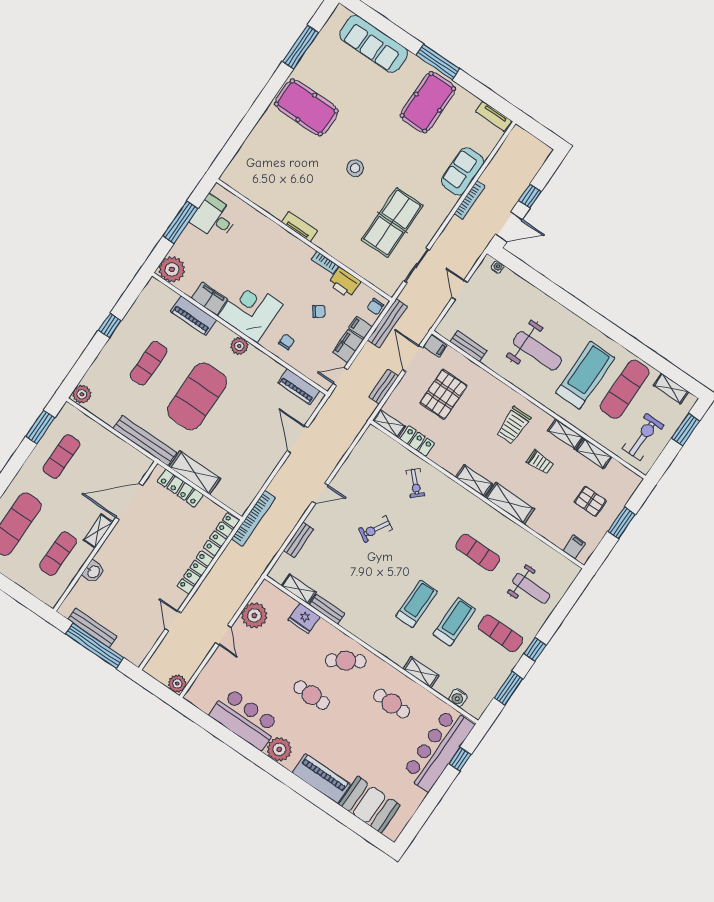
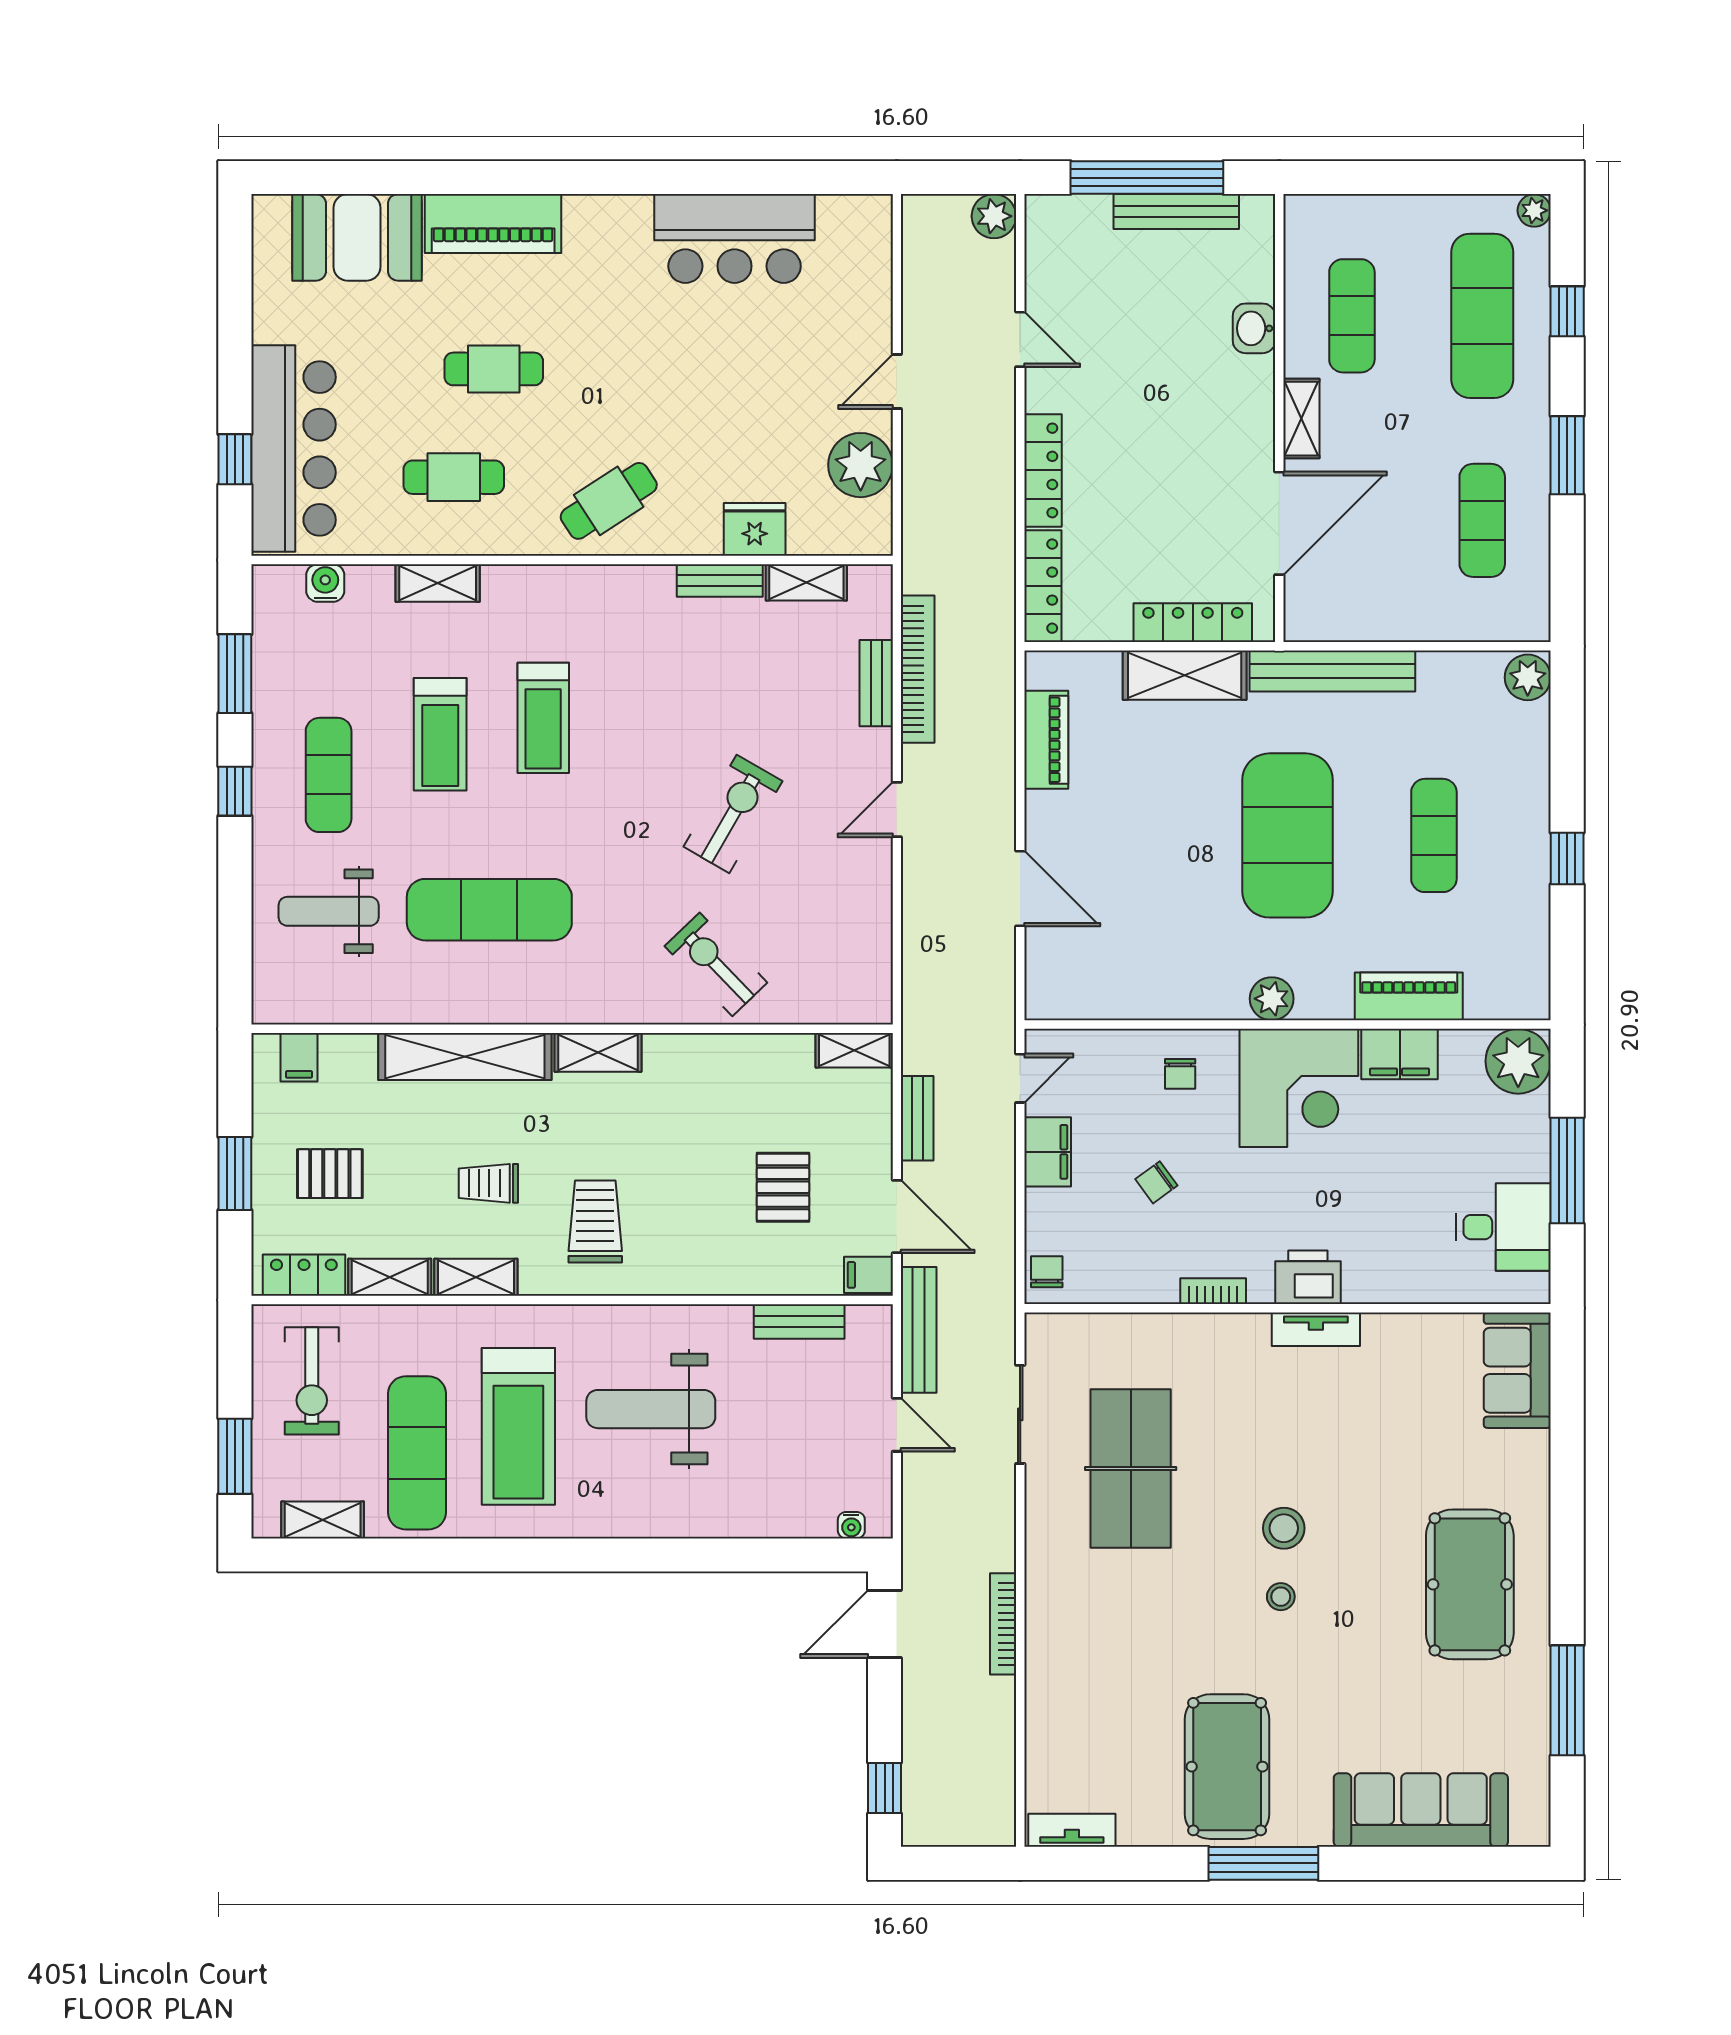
pool table: (306, 107) -> (1470, 1584), turned 90
stool: (372, 146) -> (1281, 1597), added
sofa: (463, 171) -> (1517, 1370), moved, turned 180
window: (530, 196) -> (885, 1788), moved
printer: (344, 283) -> (1308, 1277), moved
bench: (387, 323) -> (919, 1330), moved
filing cabinet: (360, 327) -> (1048, 1208), removed
piano: (299, 387) -> (1046, 740), moved, turned 90
pallet: (444, 394) -> (783, 1187), width x0.67, depth x0.71
window: (40, 427) -> (1567, 455), moved
locker: (417, 441) -> (304, 1275), moved, turned 180
exercise bike: (415, 483) -> (716, 964), width x1.38, depth x1.39
shelving: (510, 503) -> (465, 1056), width x1.47
bookcase: (253, 518) -> (918, 669), moved, turned 180
exercise bike: (376, 529) -> (733, 814), width x1.38, depth x1.39
exercise mat: (478, 553) -> (489, 910), width x1.36, depth x1.45
exercise mat: (500, 633) -> (329, 775), turned 90
door: (223, 635) -> (897, 381), hinge flipped
plant: (177, 684) -> (994, 216), moved
cafe table: (312, 695) -> (494, 369), moved
plant: (279, 749) -> (621, 224), removed

